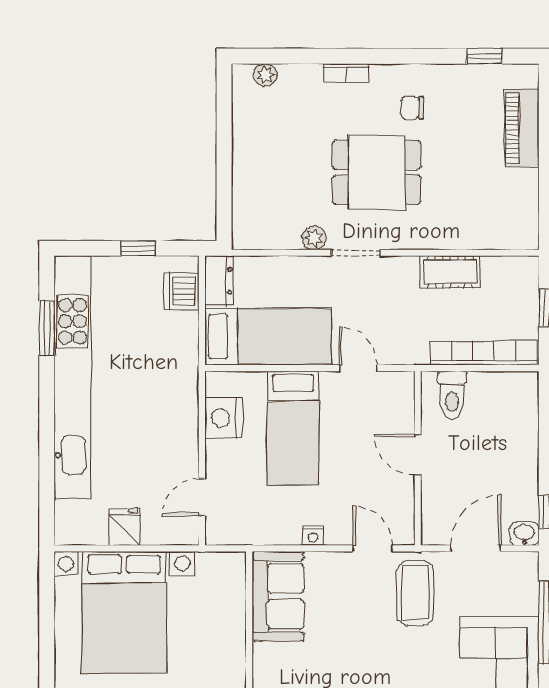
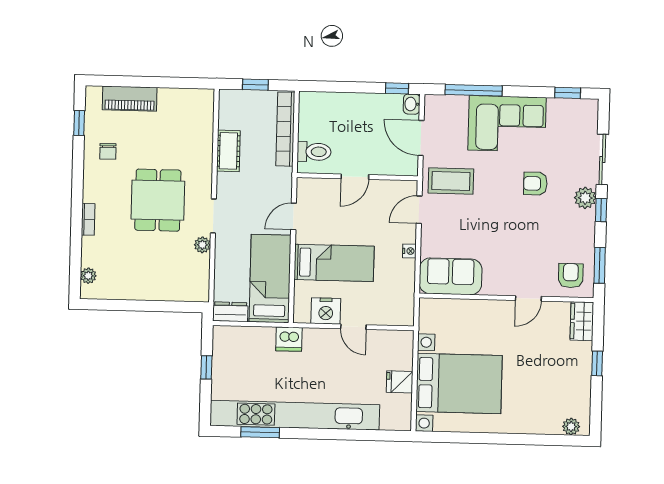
chair: (412, 108) -> (108, 151), moved
dishwasher: (182, 291) -> (289, 339), moved
door: (202, 497) -> (353, 327), moved

